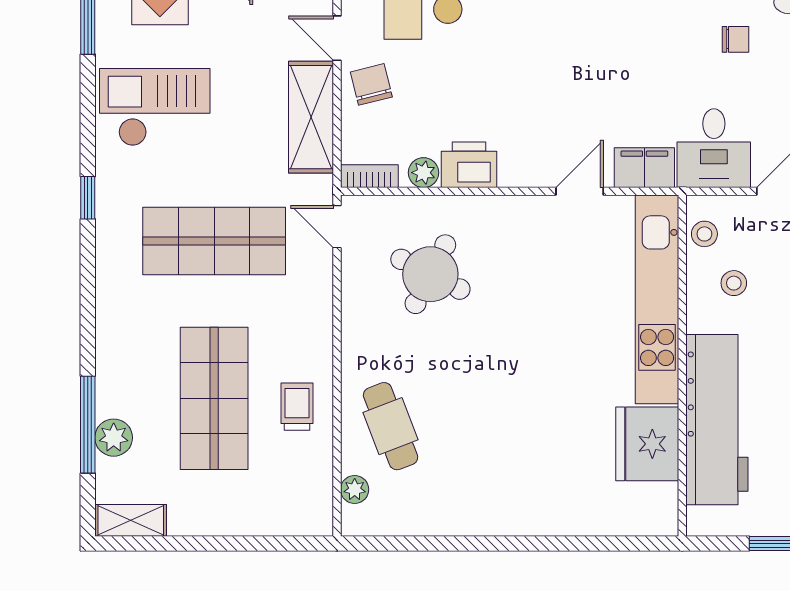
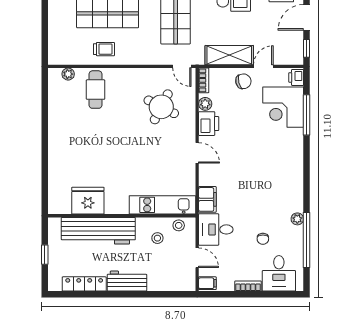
door: (580, 191) -> (197, 153), moved
door: (337, 227) -> (182, 66), swing flipped
kitchen unit: (657, 299) -> (162, 205), width x0.73
cafe table: (391, 426) -> (96, 90), turned -69

